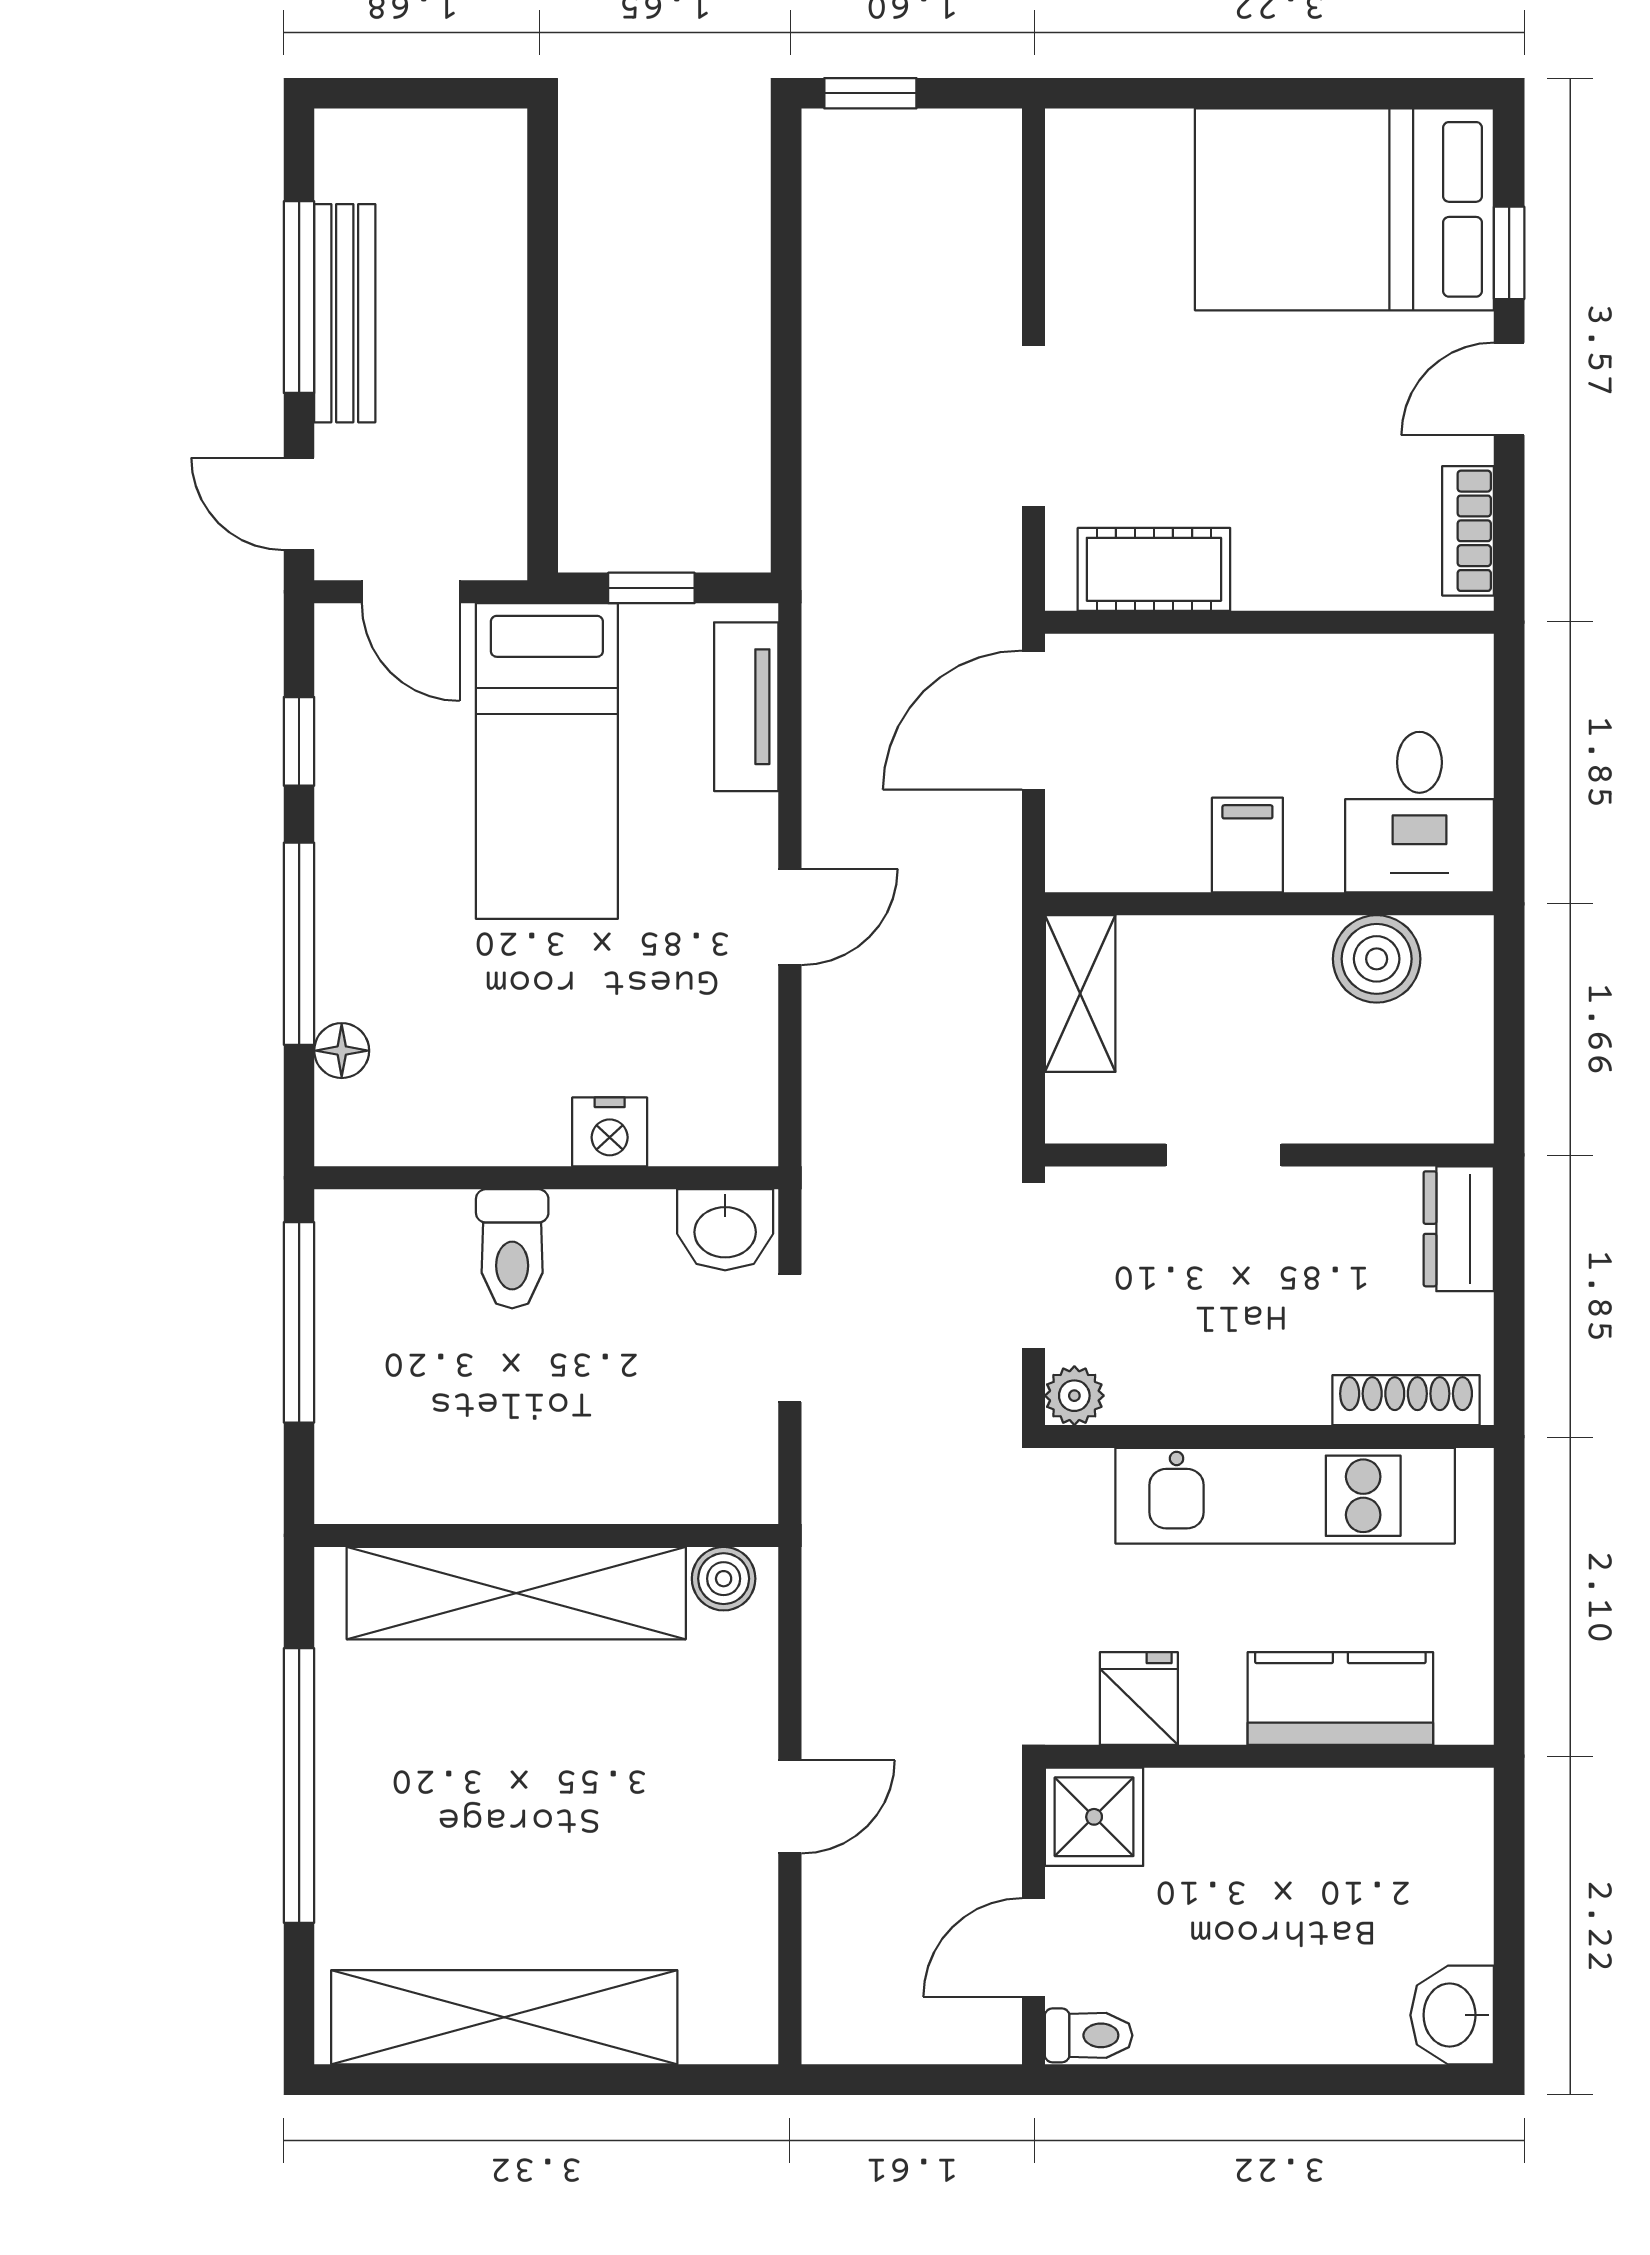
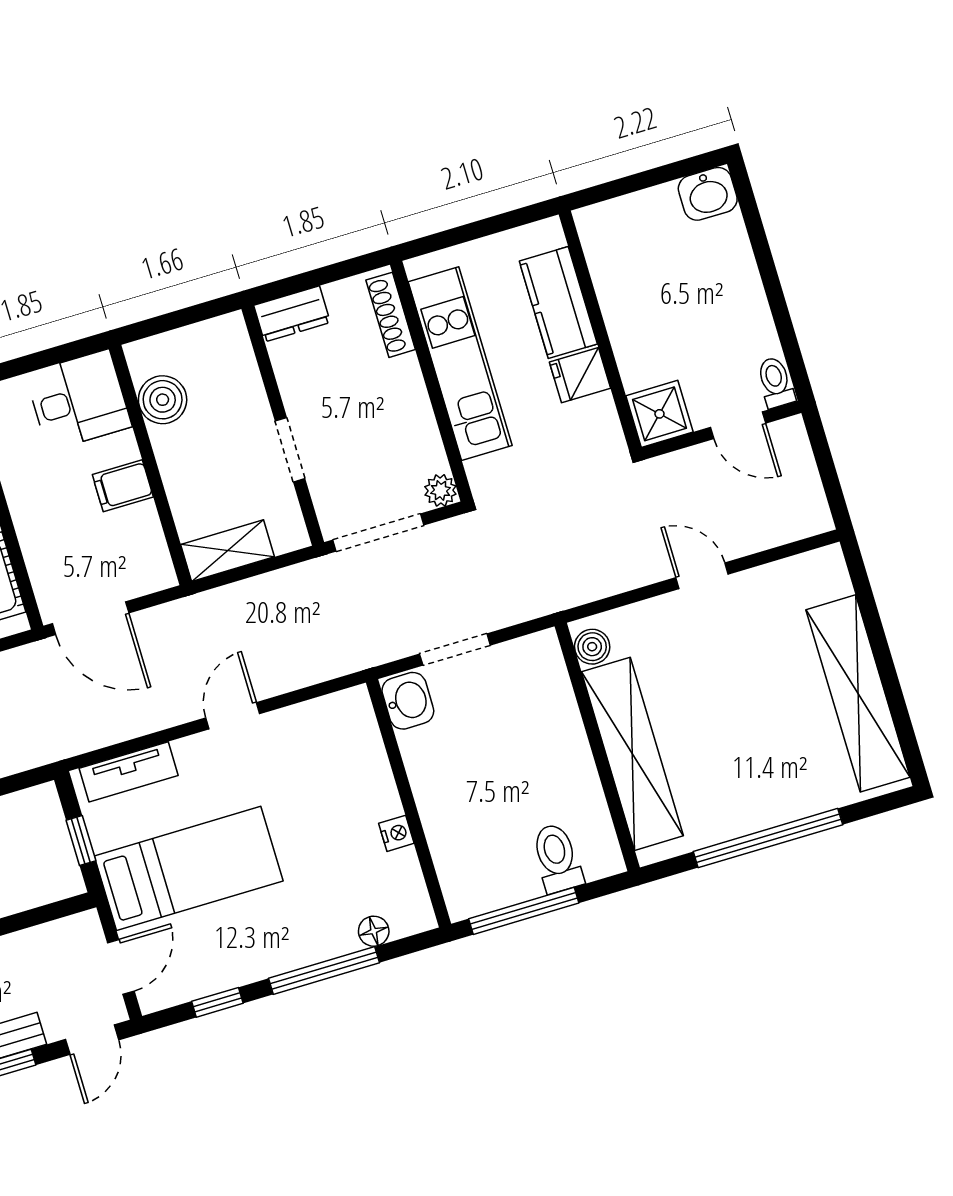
door: (790, 917) -> (233, 716), hinge flipped
nightstand: (610, 1132) -> (396, 833), moved, width x0.72, depth x0.74
toilet: (512, 1249) -> (557, 858), moved, turned -90
fridge: (1139, 1698) -> (580, 375), moved

